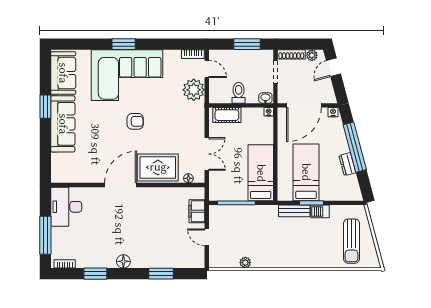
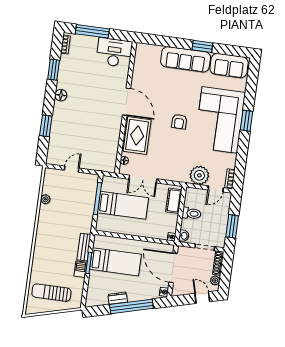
bed: (261, 173) -> (123, 205), moved
filing cabinet: (197, 211) -> (95, 164), removed

